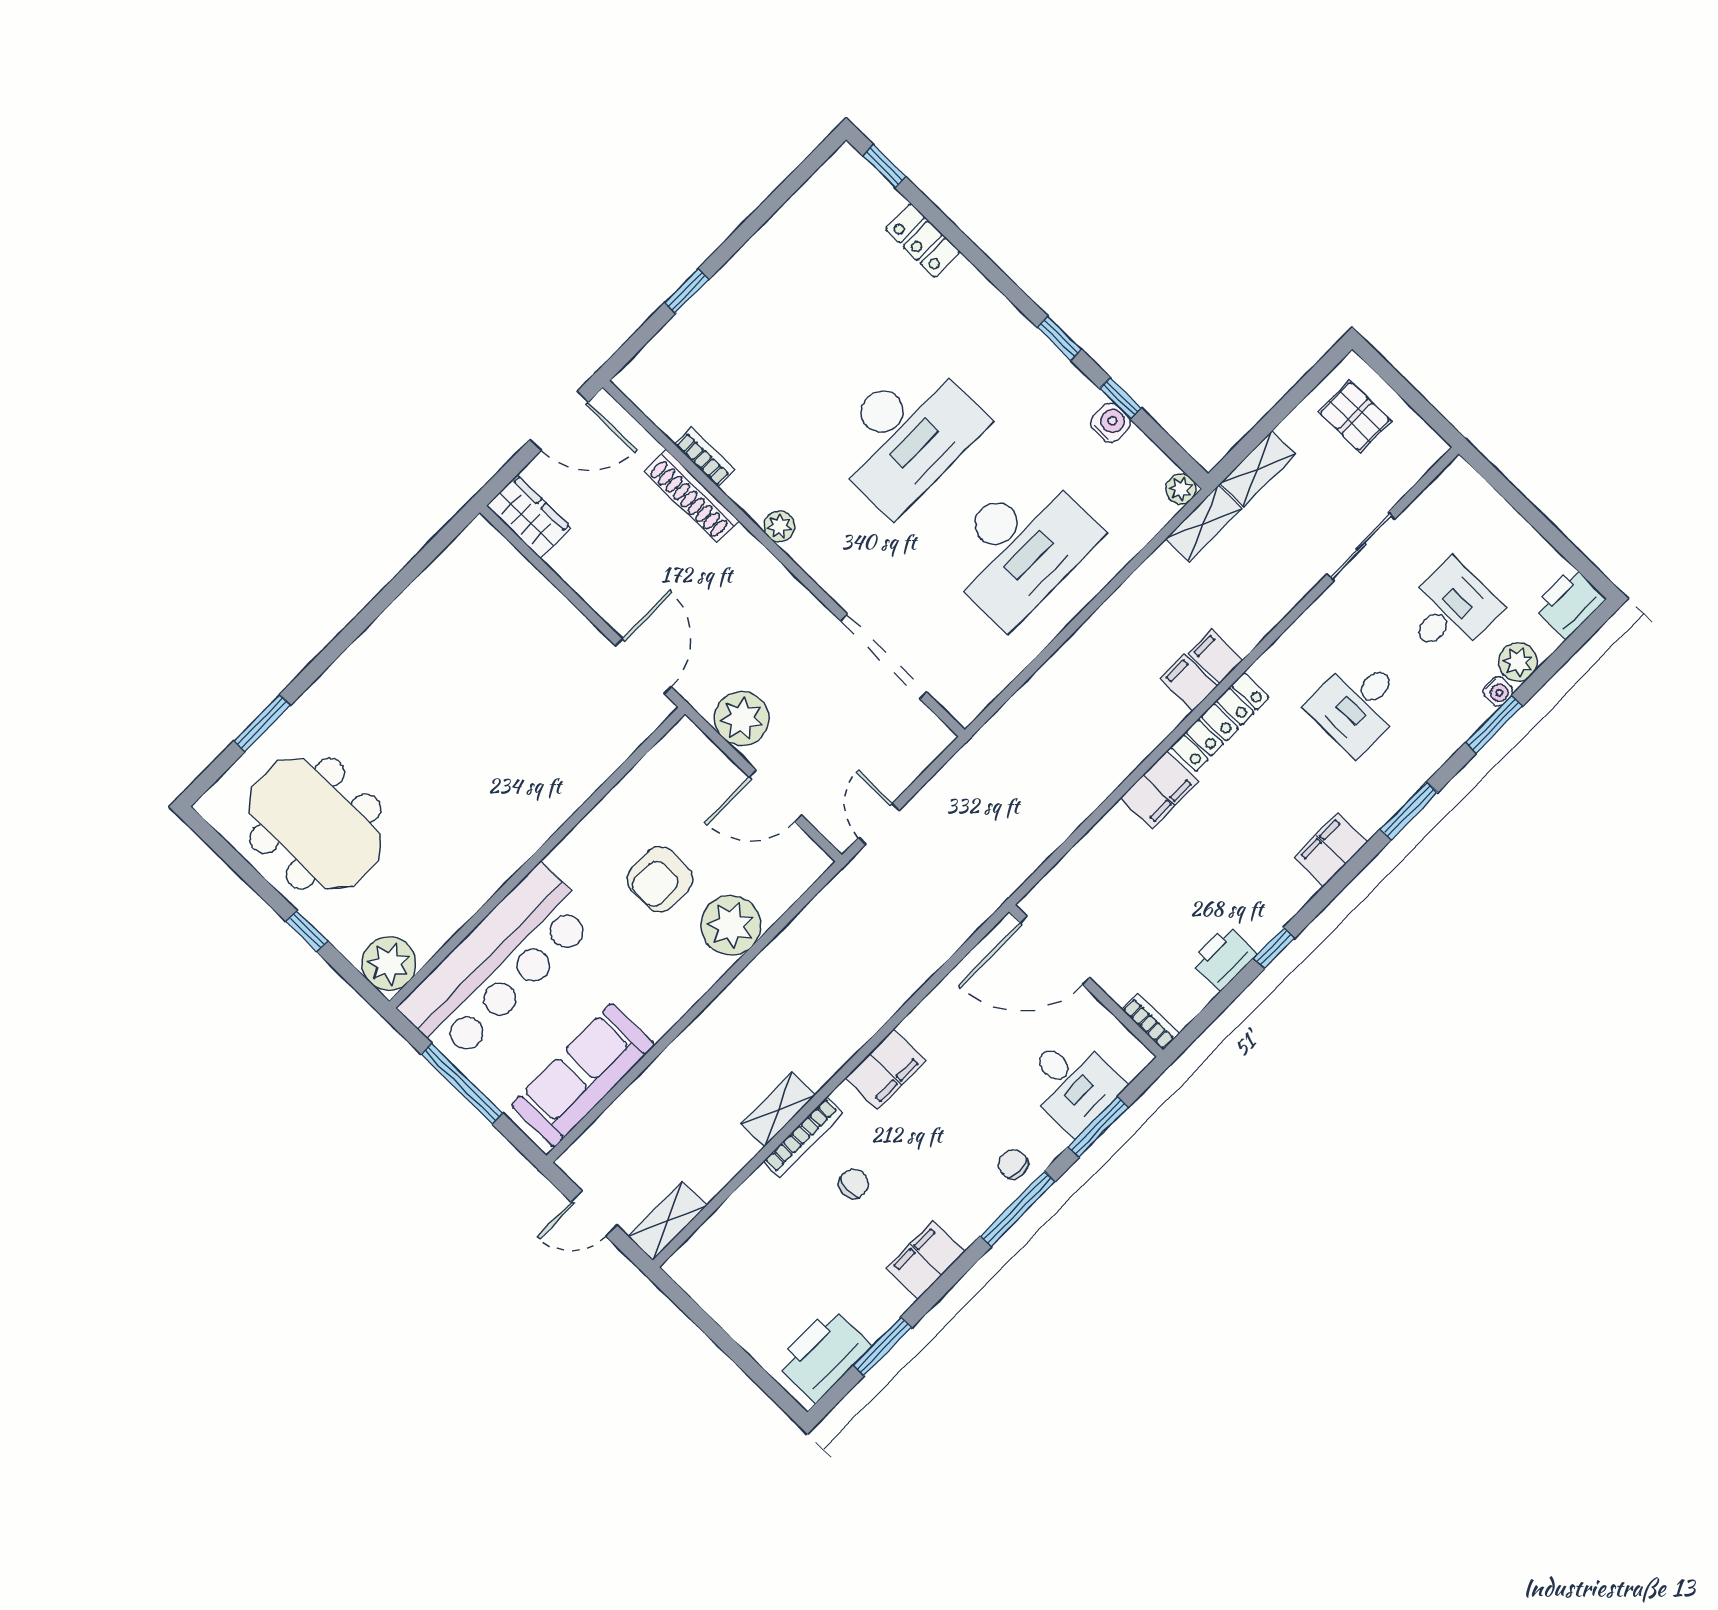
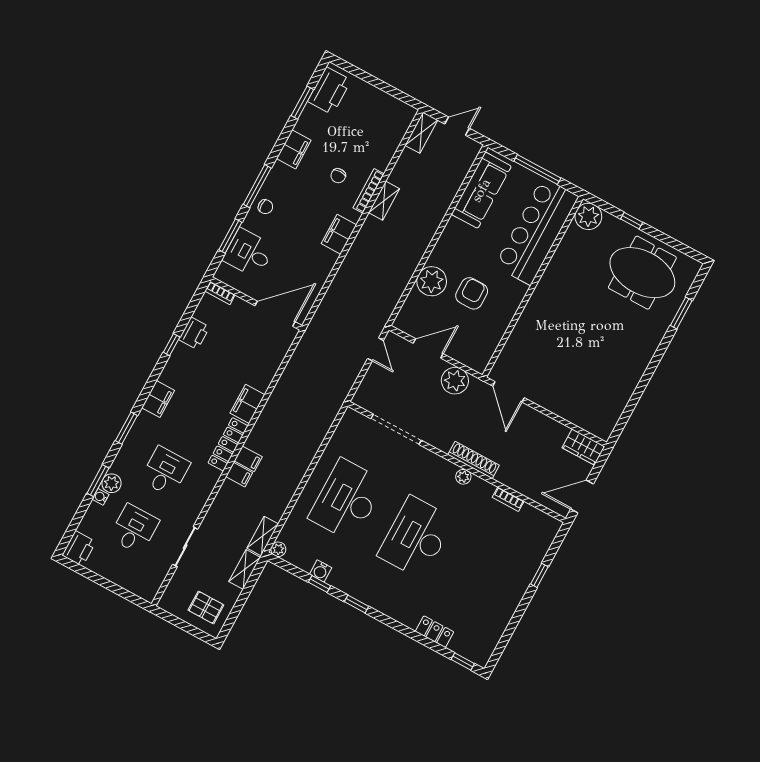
shoe rack: (692, 496) -> (474, 460), moved
desk: (1451, 610) -> (134, 529), turned 180
plant: (1518, 662) -> (112, 483), moved

